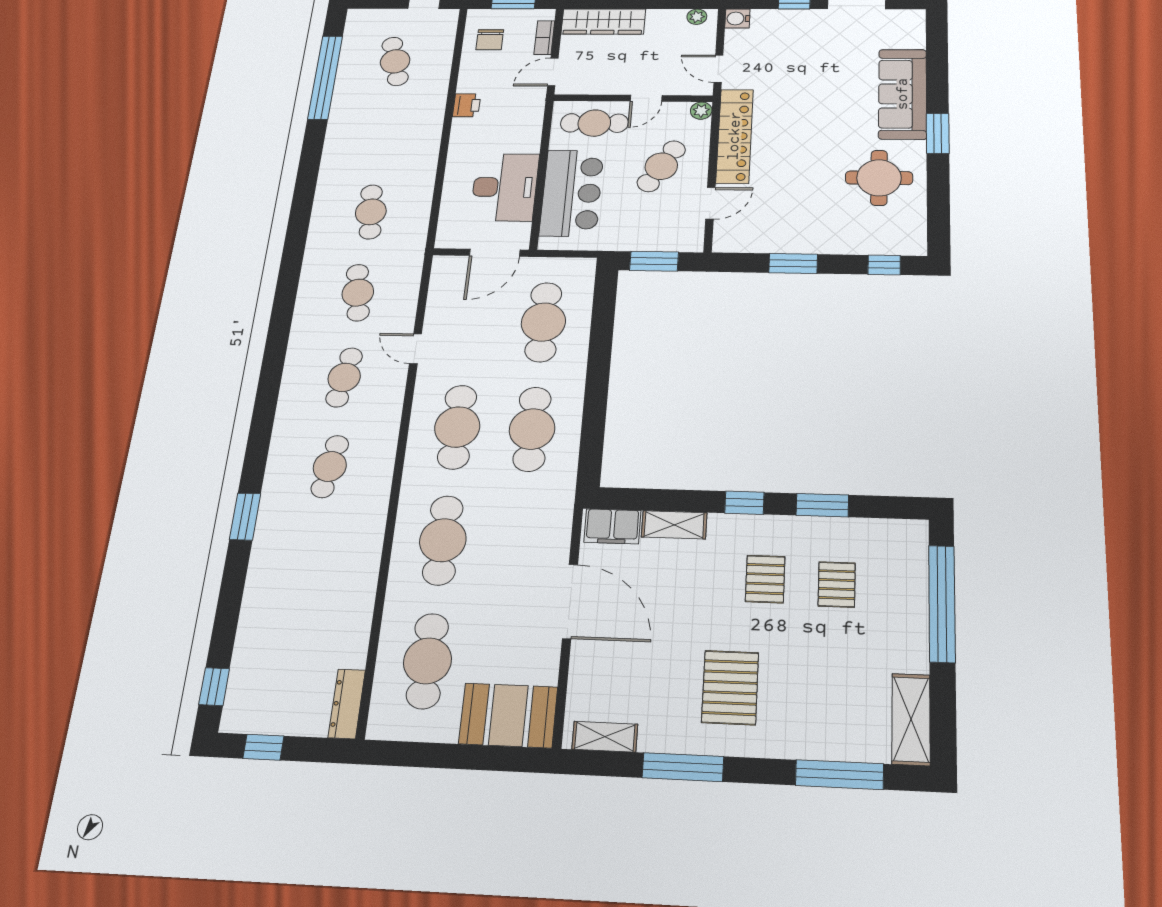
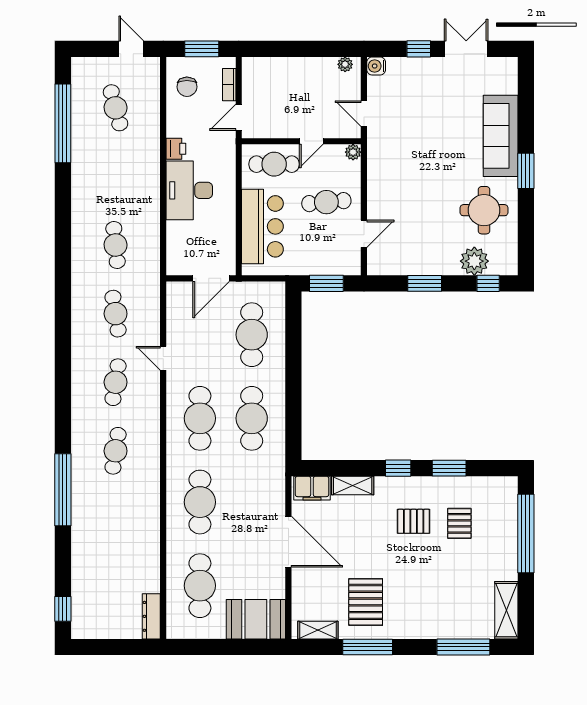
wardrobe: (603, 22) -> (273, 69), removed
locker: (735, 136) -> (379, 175), removed
cafe table: (661, 166) -> (326, 202), turned 55
desk: (505, 187) -> (189, 190), moved, turned 180
plant: (865, 238) -> (474, 261), added
window: (245, 517) -> (63, 490), width x2.11
pallet: (765, 579) -> (414, 521), turned 90
pallet: (730, 688) -> (366, 602), moved
window: (263, 747) -> (102, 647), removed

